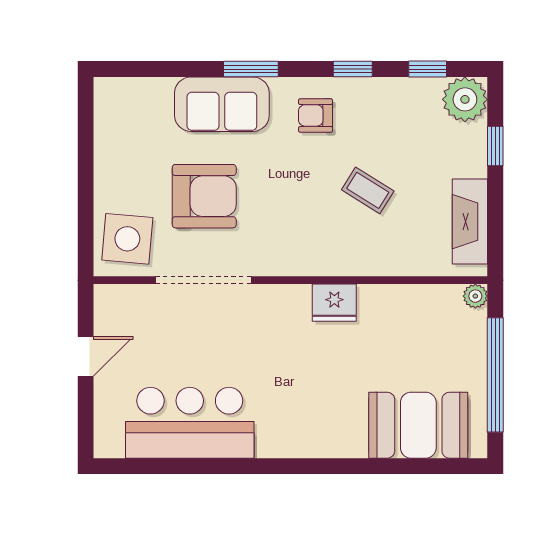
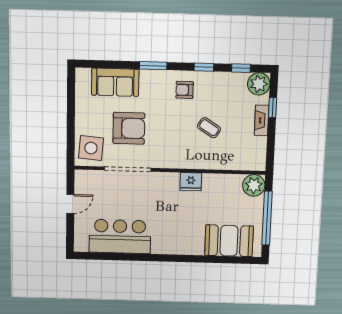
sofa: (222, 104) -> (115, 82), moved
fireplace: (470, 222) -> (262, 120), moved, width x0.73, depth x0.76
plant: (475, 296) -> (254, 185), width x1.87, depth x1.87

